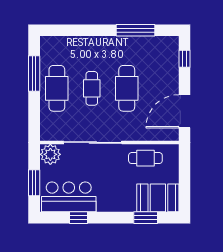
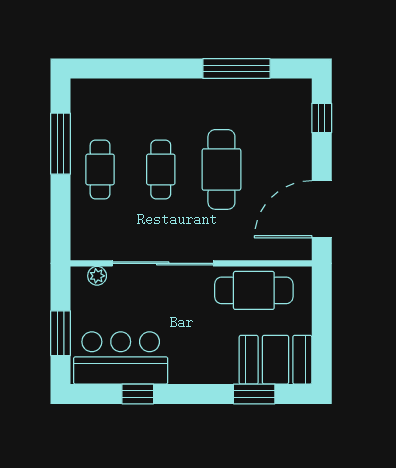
cafe table: (57, 88) -> (100, 169), width x0.73, depth x0.74
plant: (50, 154) -> (97, 276), width x0.53, depth x0.53
cafe table: (145, 158) -> (254, 290), width x1.37, depth x1.35

